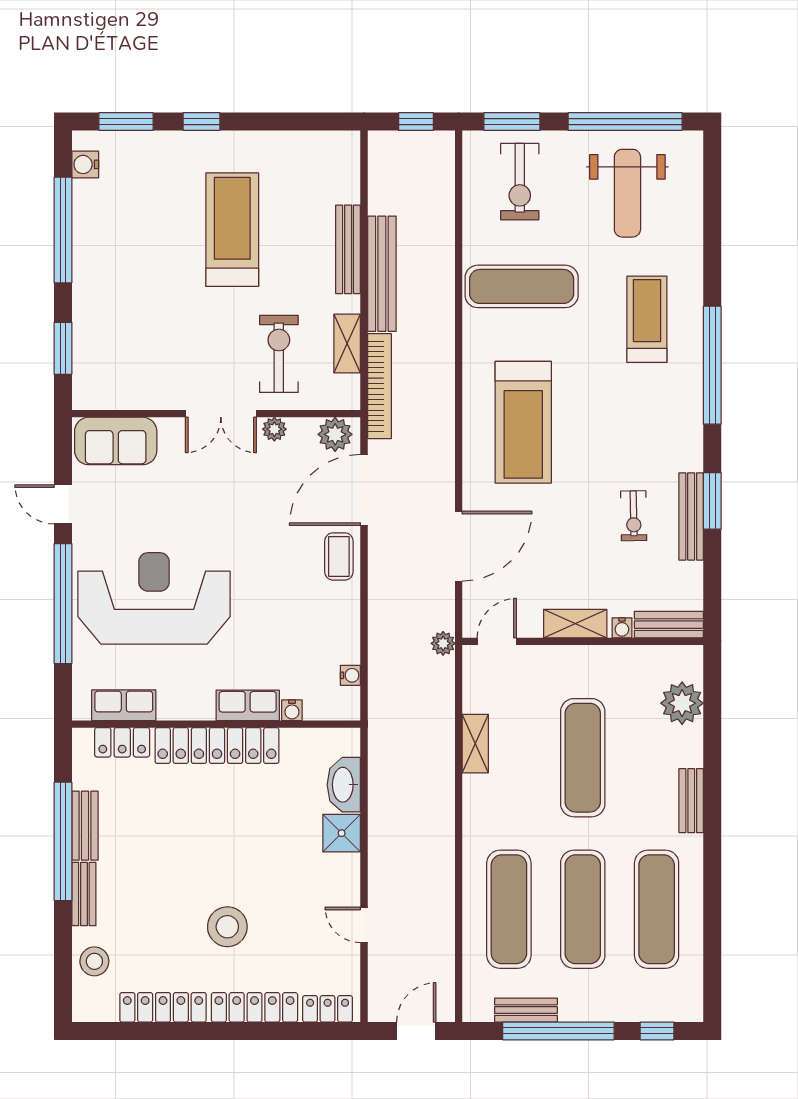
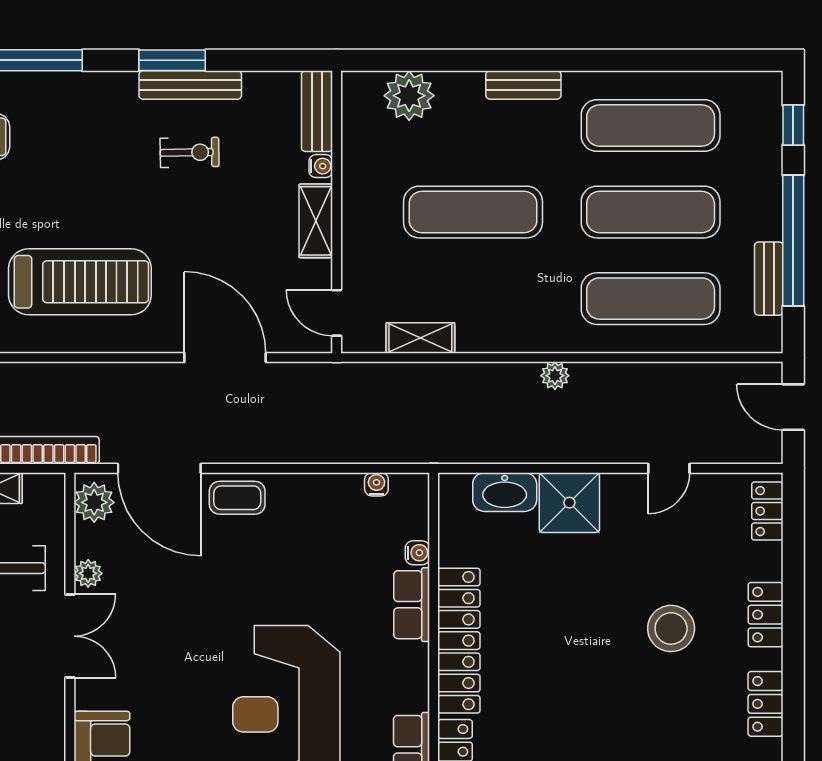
plant: (443, 643) -> (555, 376), moved
shelving: (475, 744) -> (420, 338), moved
shower: (342, 833) -> (569, 503), width x1.36, depth x1.36
locker: (163, 1007) -> (765, 704), width x0.66
locker: (254, 1007) -> (766, 615), width x0.66

